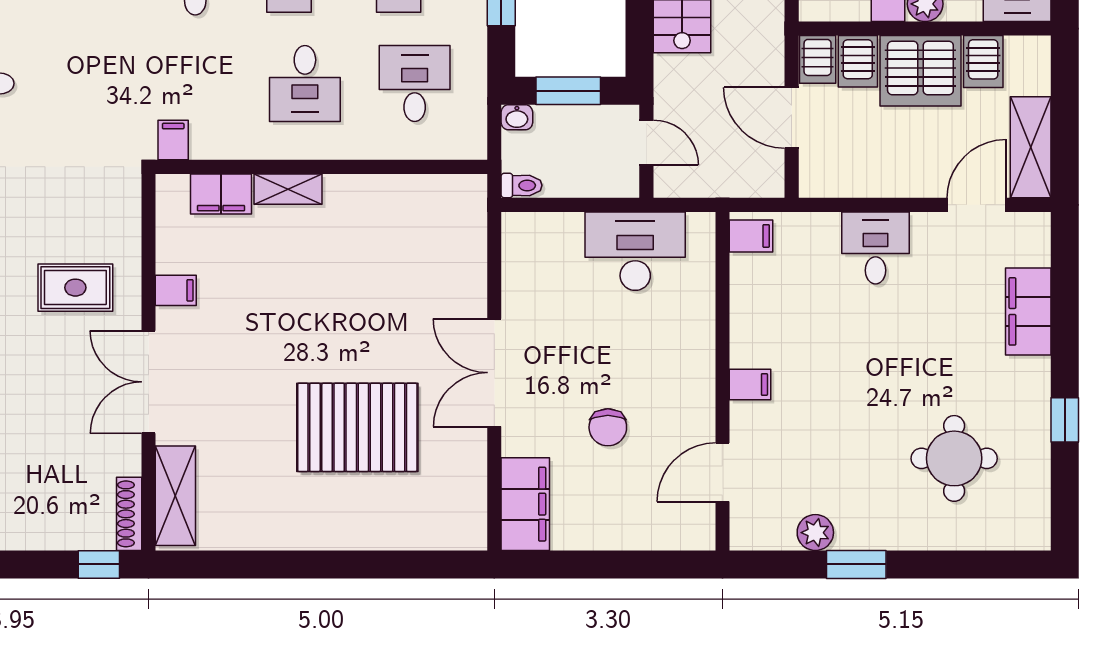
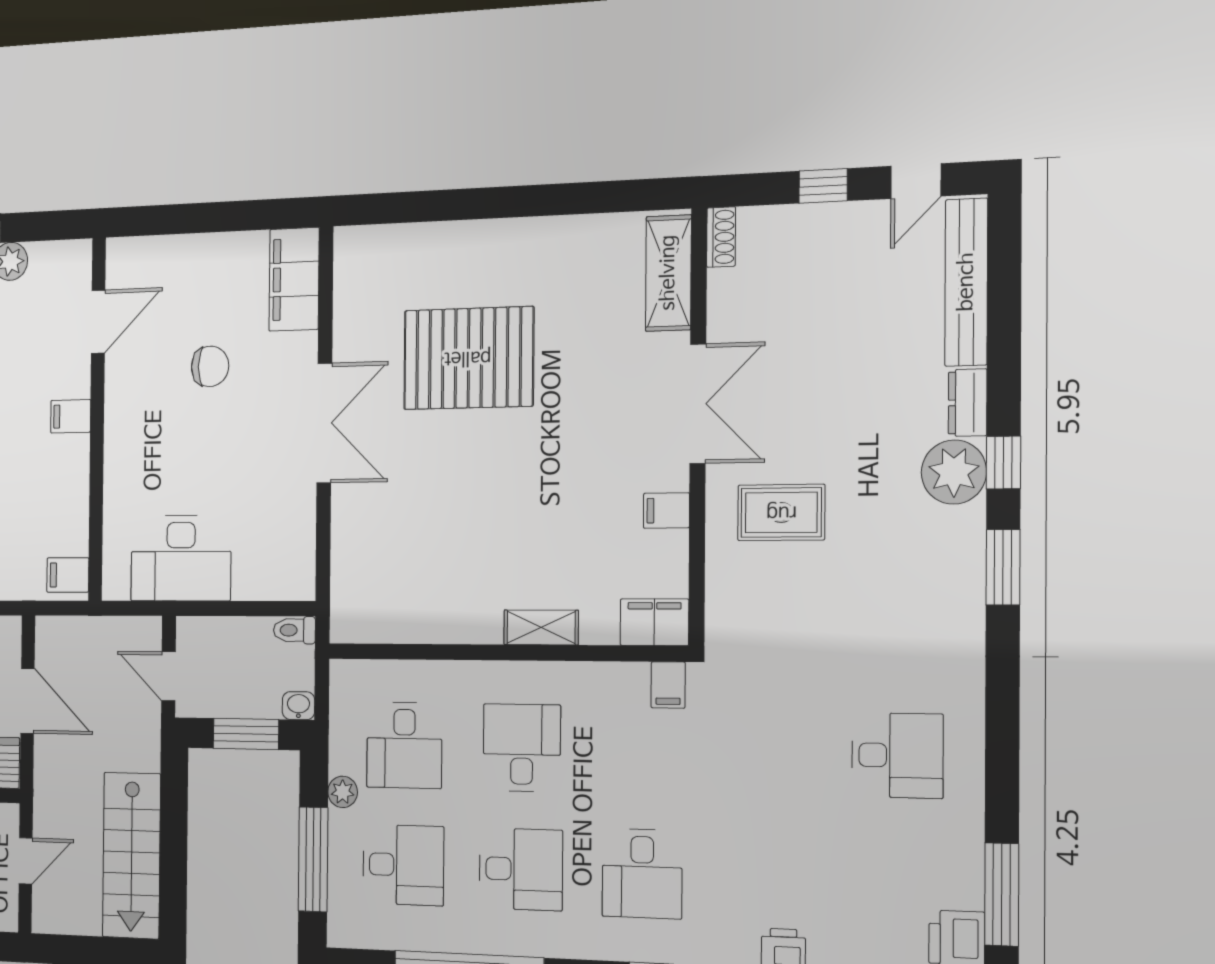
plant: (473, 41) -> (343, 792), added
filing cabinet: (221, 194) -> (654, 622), moved
chair: (608, 427) -> (210, 366), turned 90
shoe rack: (129, 514) -> (721, 237), width x0.70
window: (99, 564) -> (823, 186), moved

